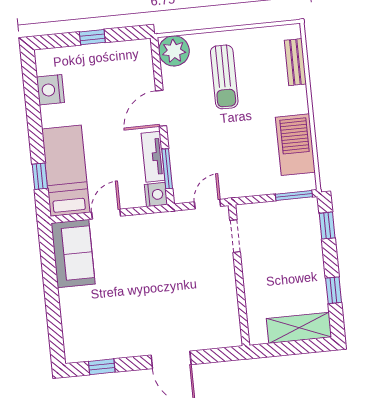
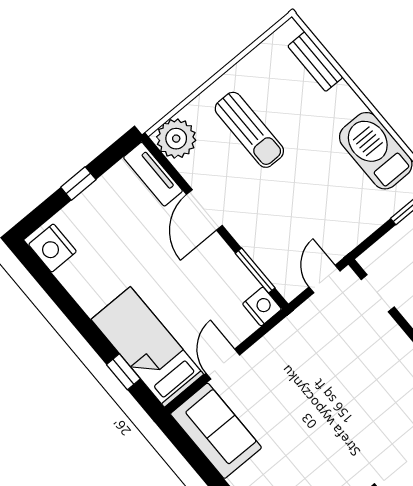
nightstand: (50, 90) -> (53, 248), moved
tv unit: (153, 157) -> (153, 174), moved

